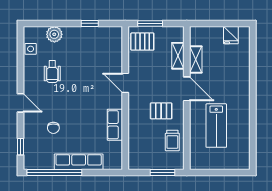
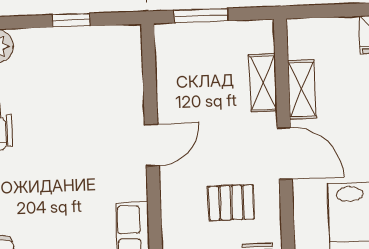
pallet: (142, 42) -> (186, 55), removed
door: (125, 83) -> (152, 145), swing flipped

